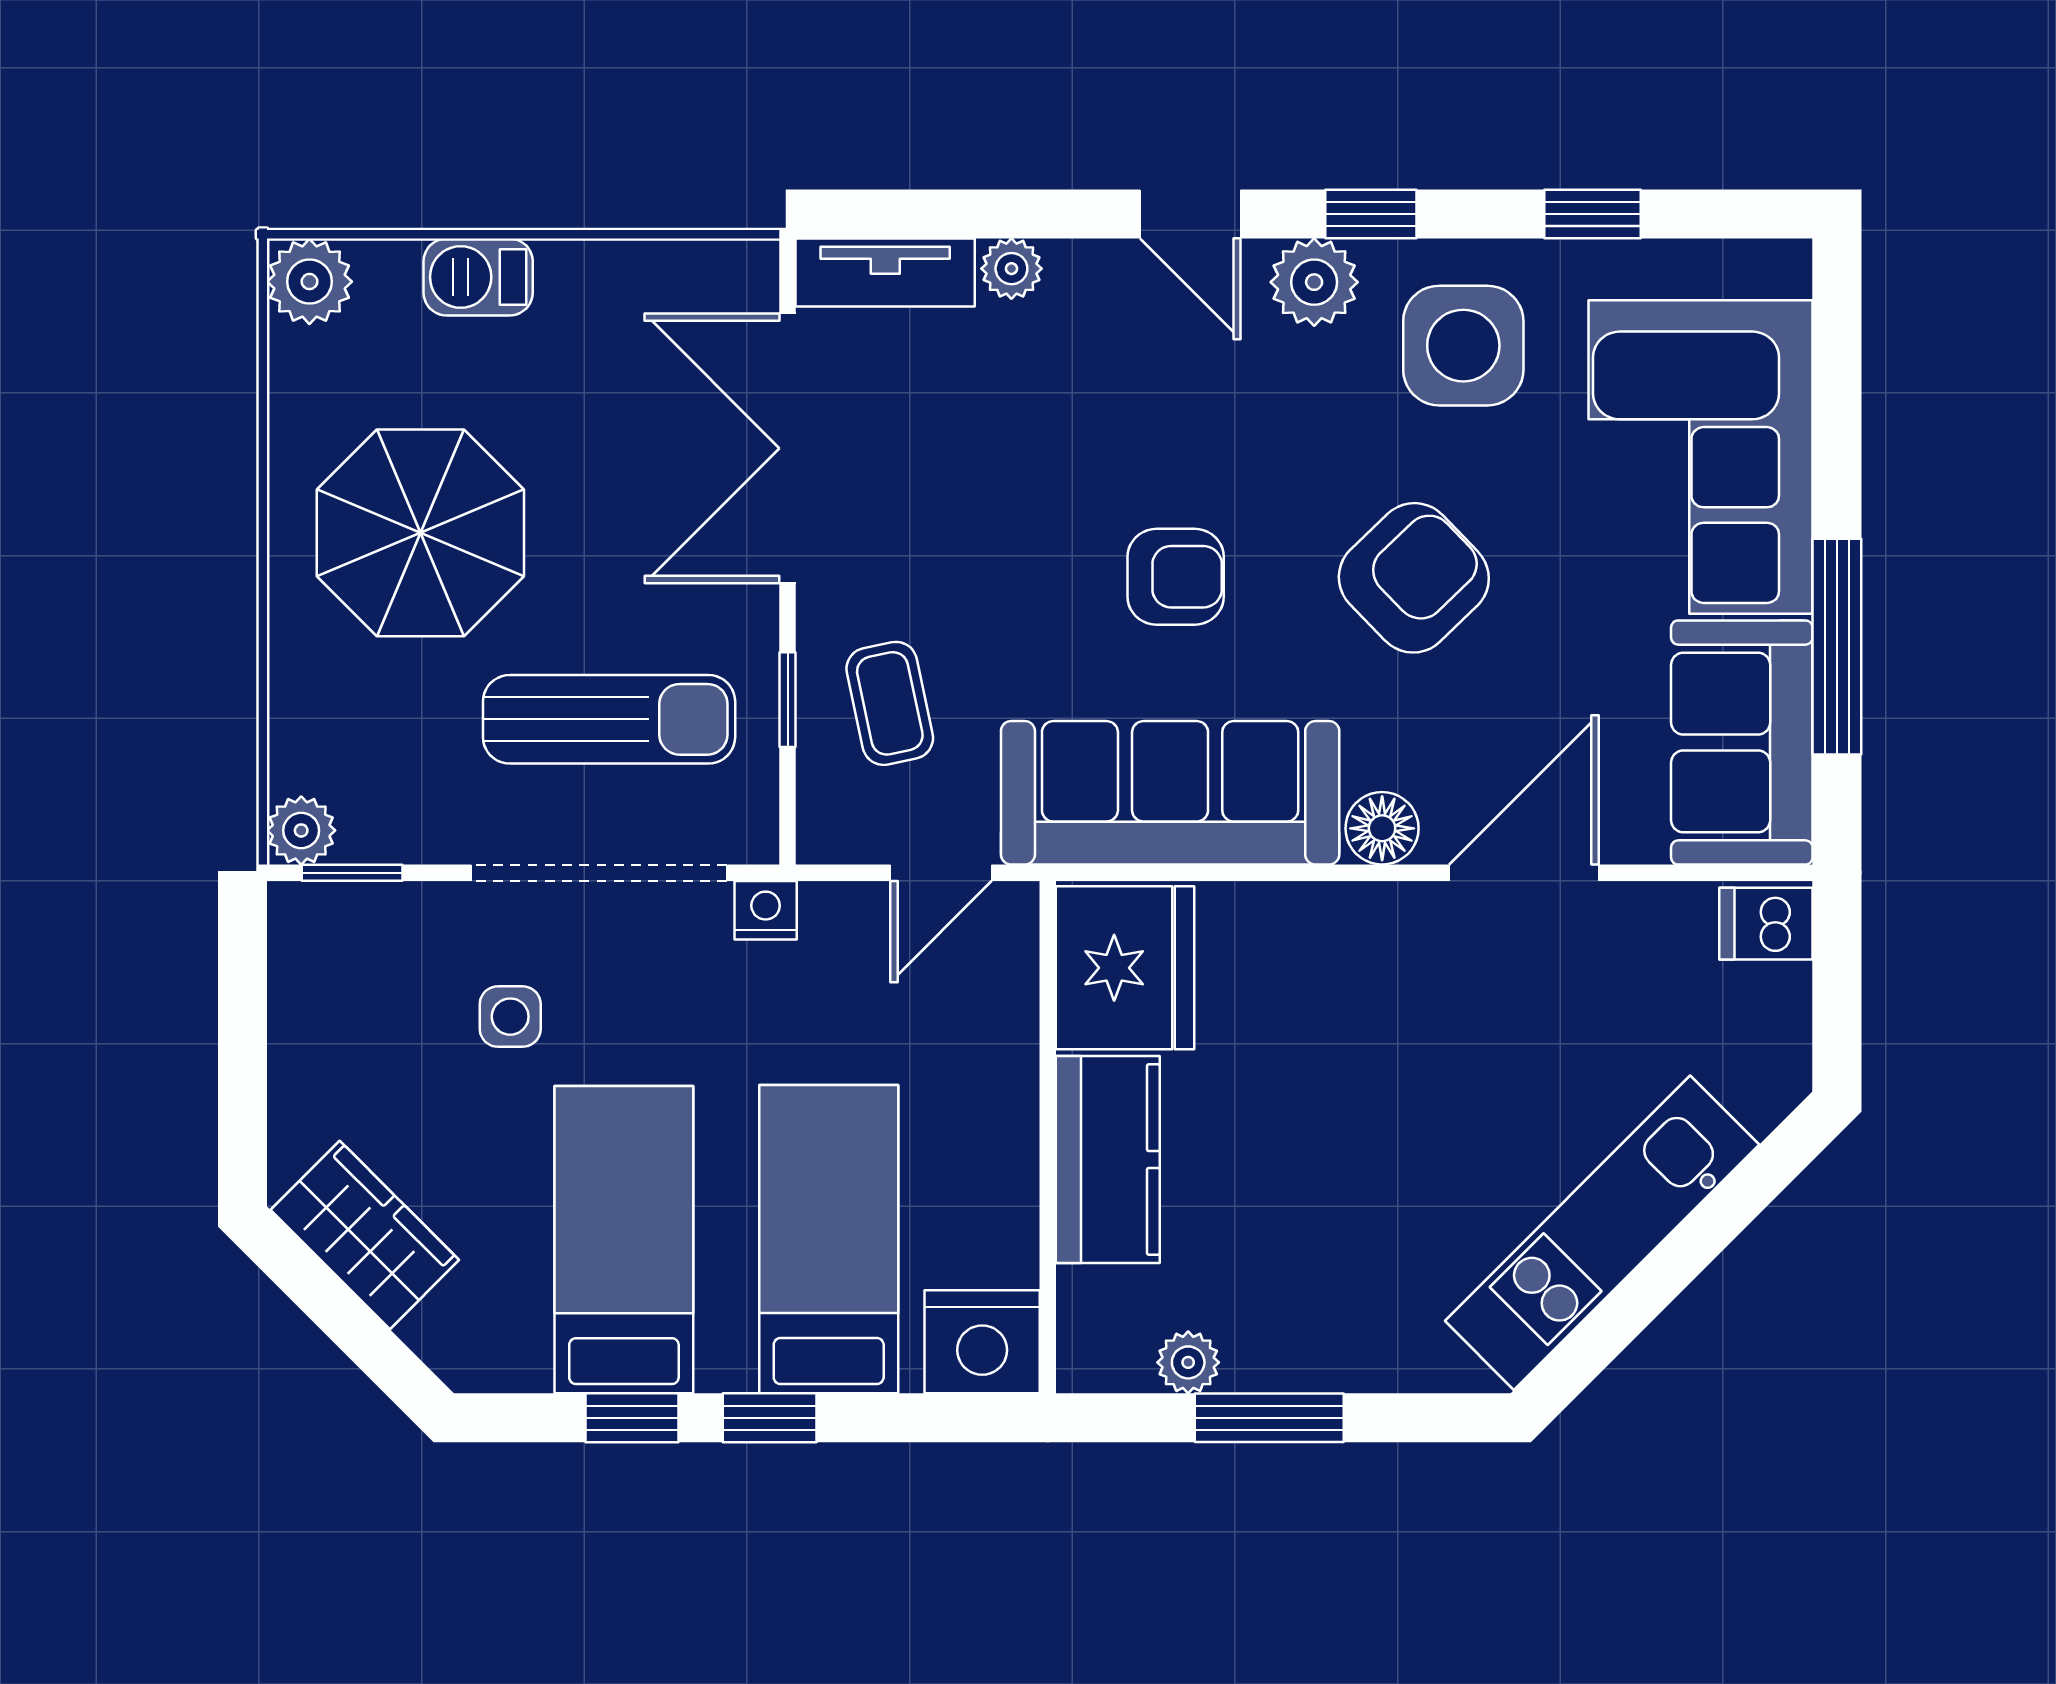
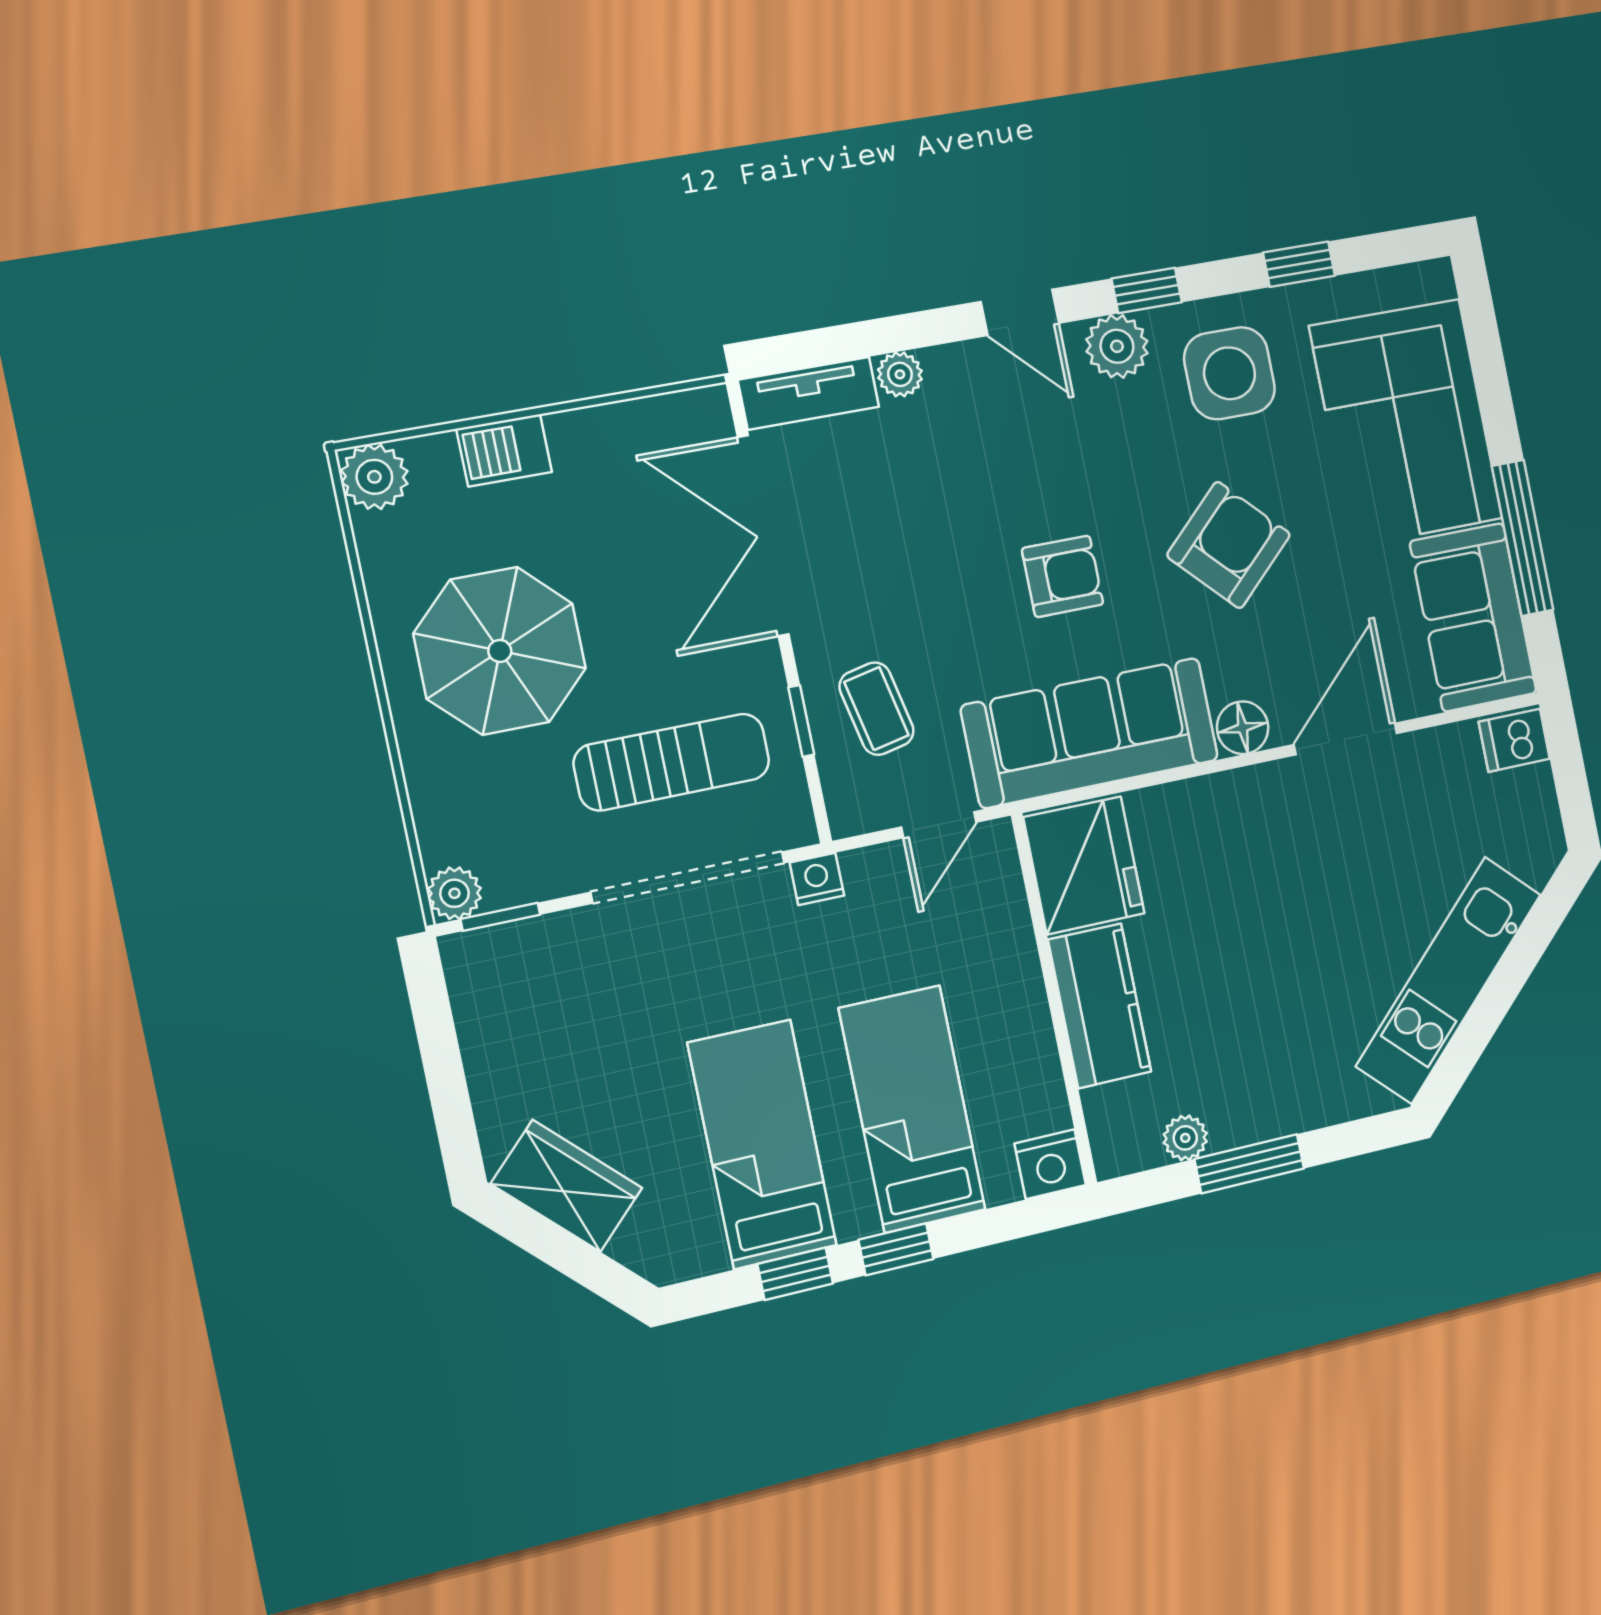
side table: (510, 1017) -> (643, 998), removed
nightstand: (982, 1342) -> (1050, 1164), width x0.74, depth x0.75

